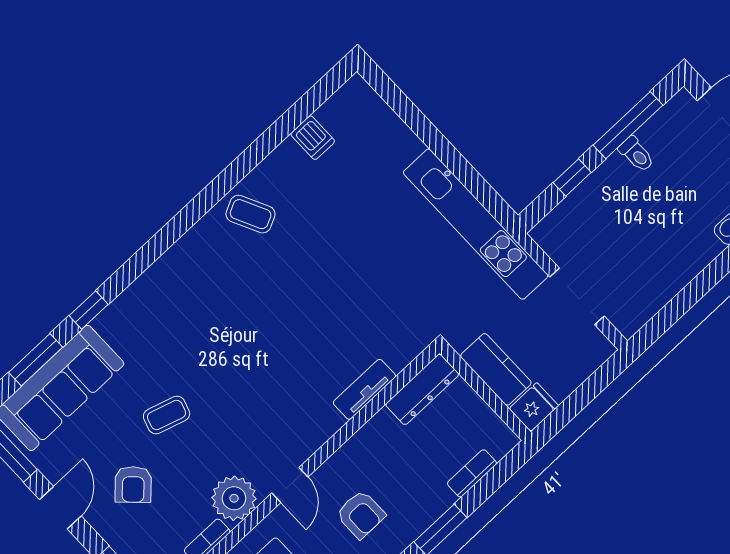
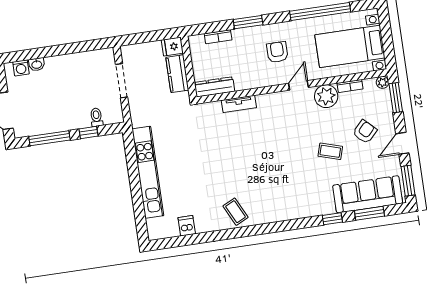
toilet: (636, 154) -> (96, 117), moved
kitchen unit: (476, 224) -> (148, 172), moved

